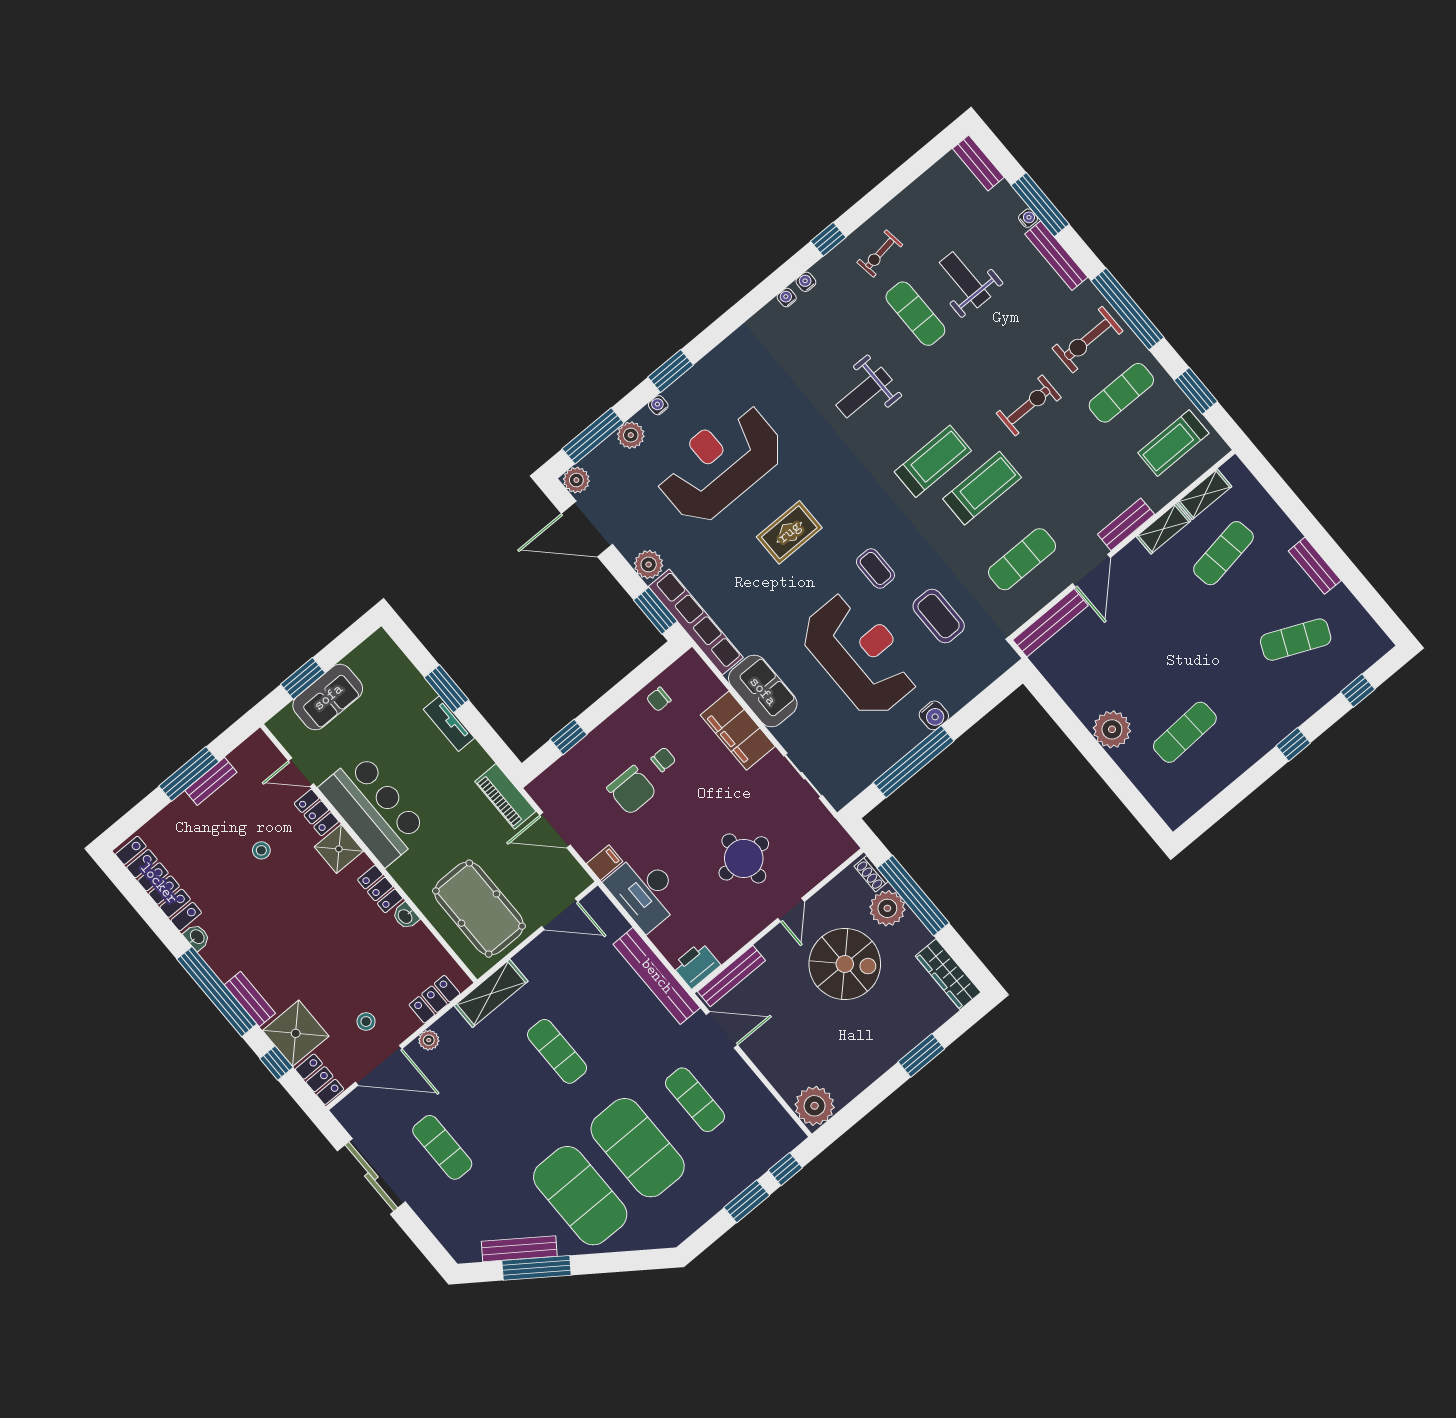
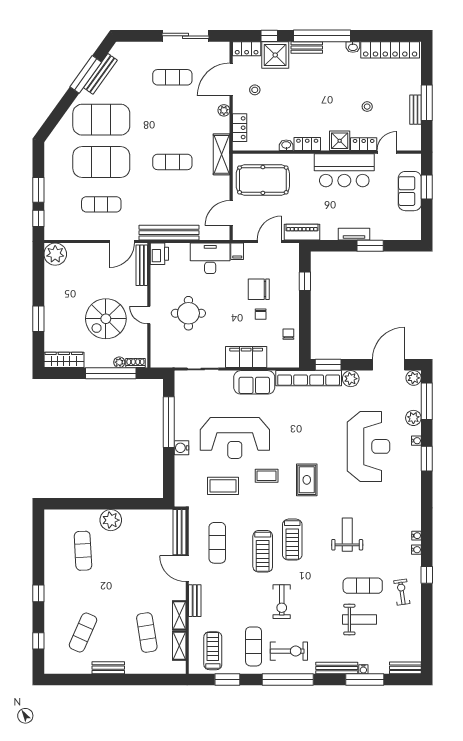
exercise bike: (1088, 340) -> (289, 651), turned 90
rug: (789, 532) -> (307, 480), moved
plant: (887, 908) -> (119, 362), width x0.53, depth x0.53

